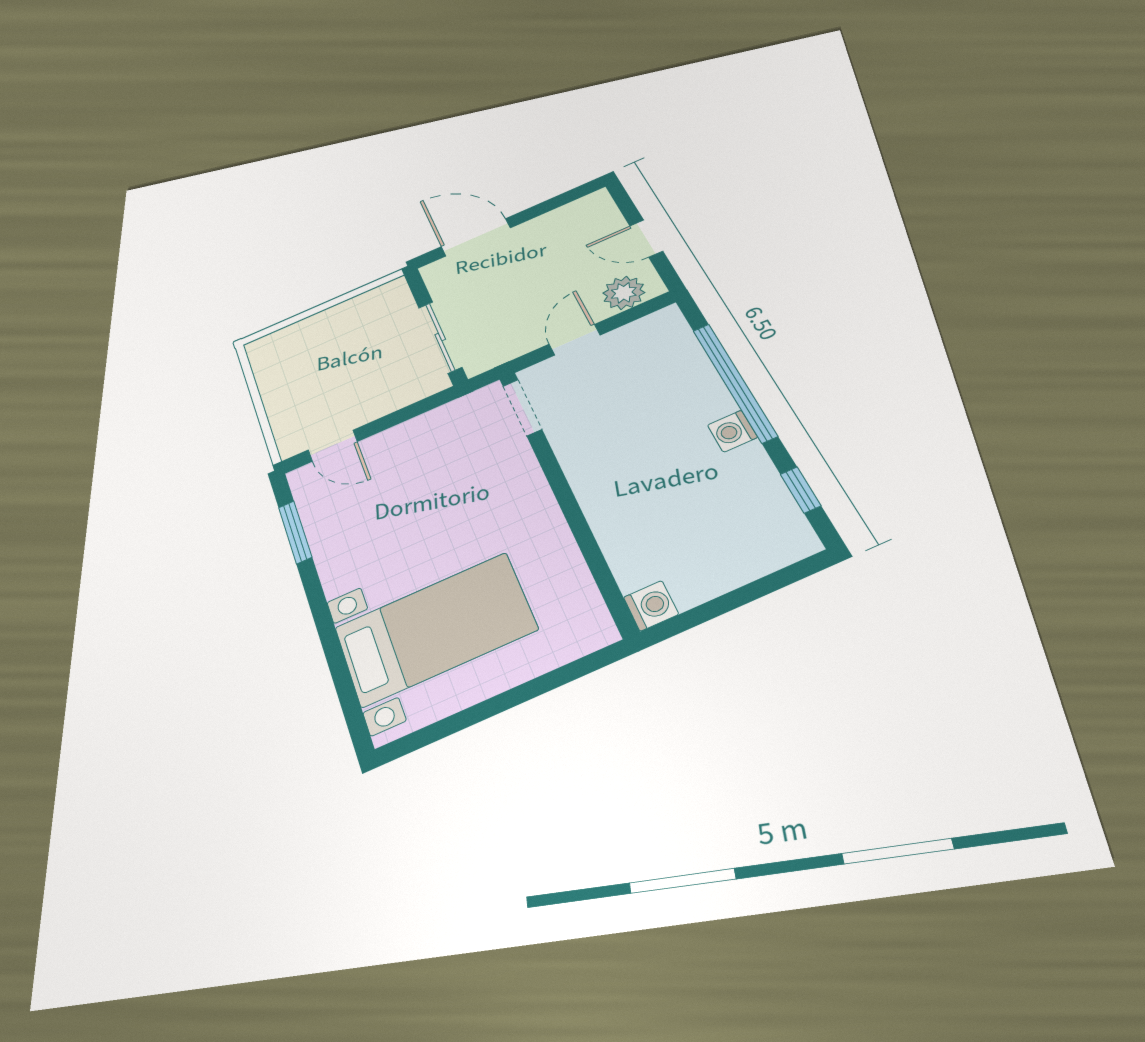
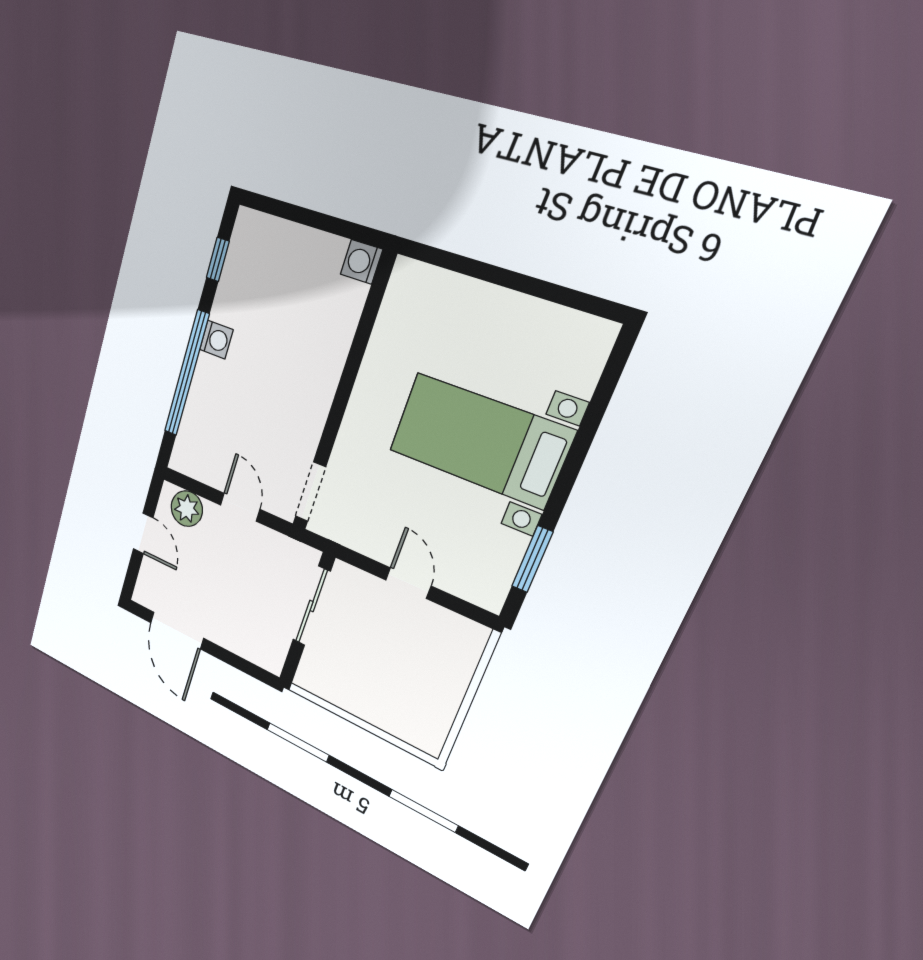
door: (476, 237) -> (177, 630), moved
door: (575, 340) -> (240, 507), swing flipped
door: (333, 446) -> (408, 583), moved
bed with nightstands: (435, 629) -> (480, 440), moved

